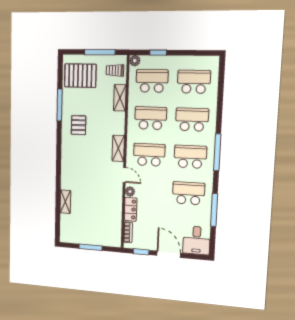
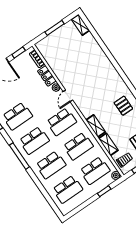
shelving: (118, 148) -> (96, 126), moved
door: (124, 175) -> (68, 96), hinge flipped
shelving: (65, 202) -> (80, 25), moved

